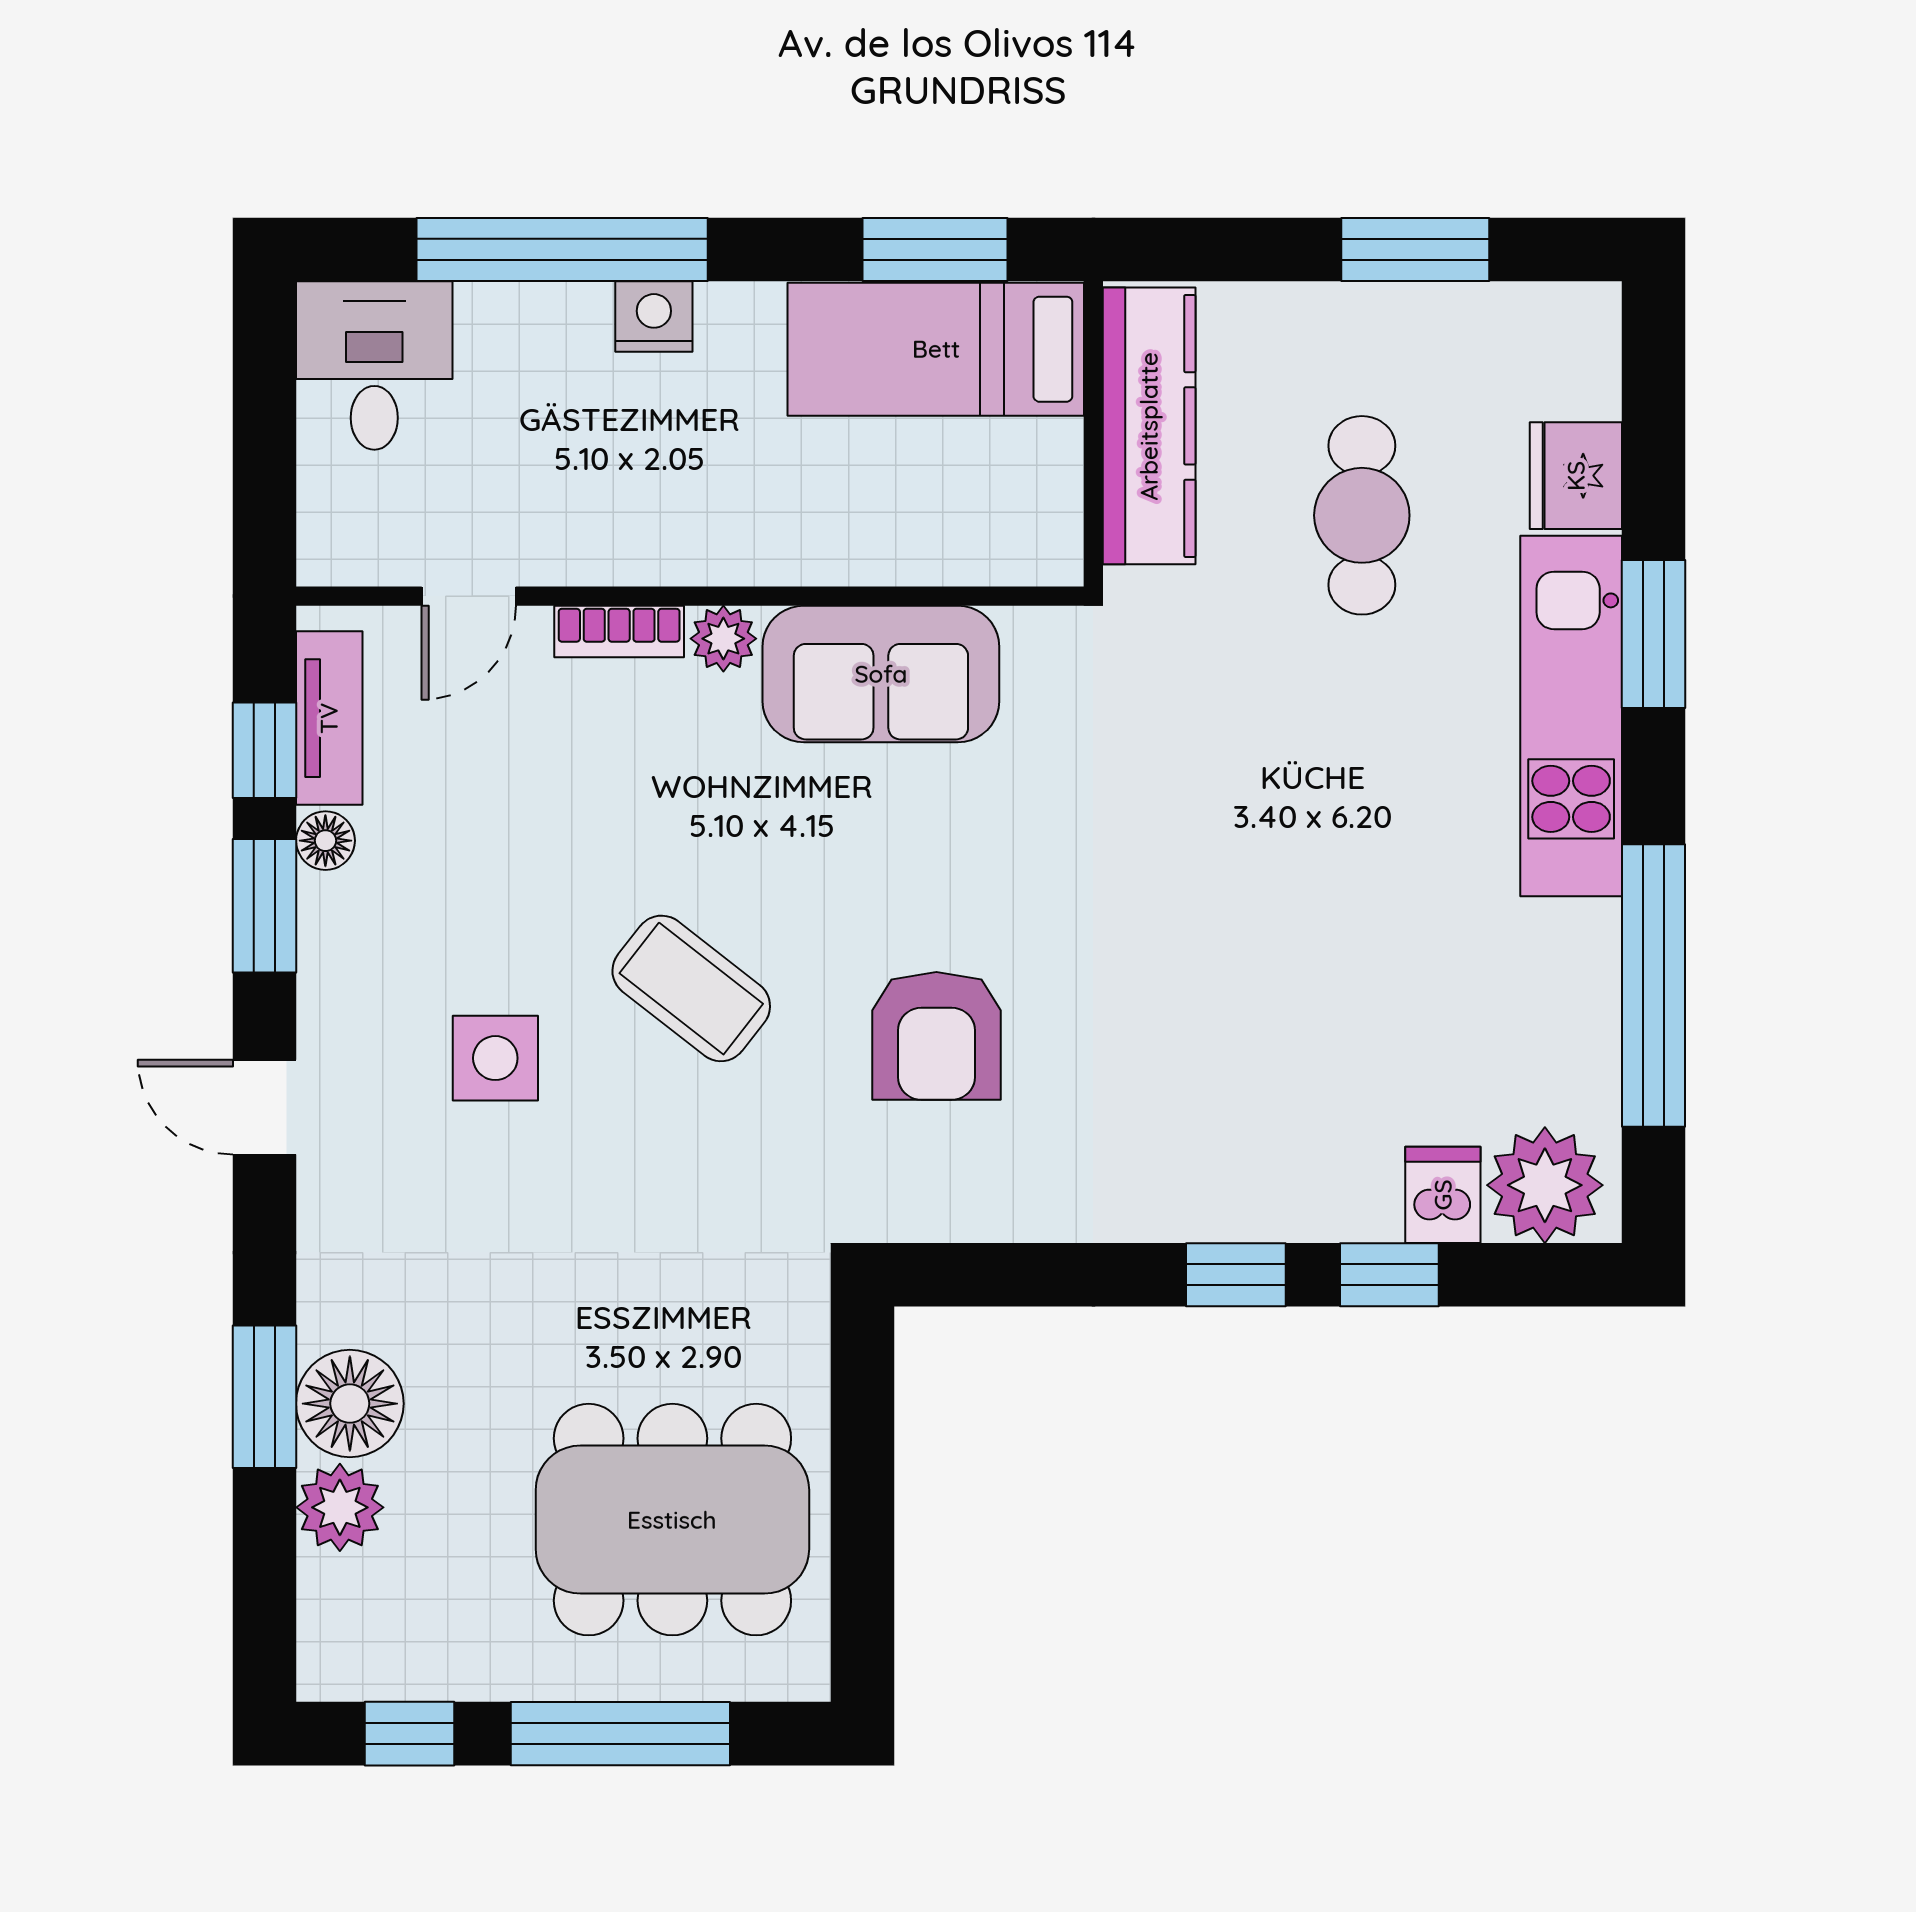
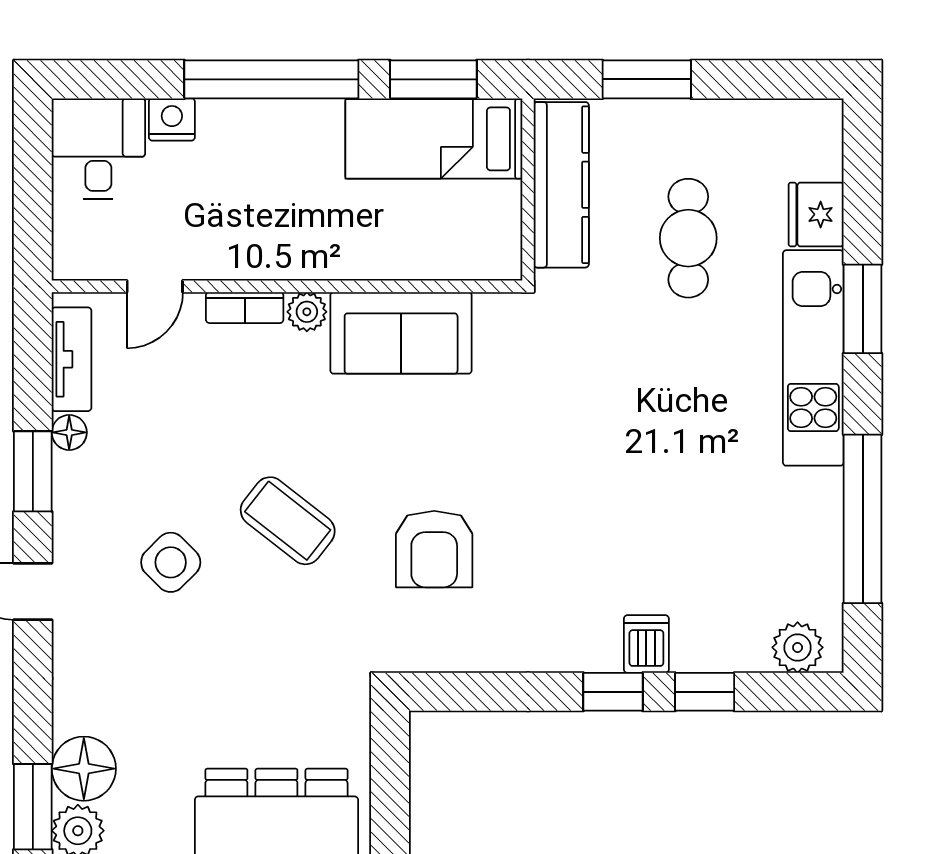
window: (562, 250) -> (271, 79), moved
window: (1415, 250) -> (647, 79), moved
nightstand: (654, 317) -> (172, 119), moved
window: (264, 750) -> (33, 378), removed
side table: (495, 1058) -> (171, 562), turned 45
plant: (1545, 1185) -> (798, 647), width x0.73, depth x0.73
dishwasher: (1443, 1195) -> (646, 644), moved
window: (264, 1397) -> (33, 807), moved

